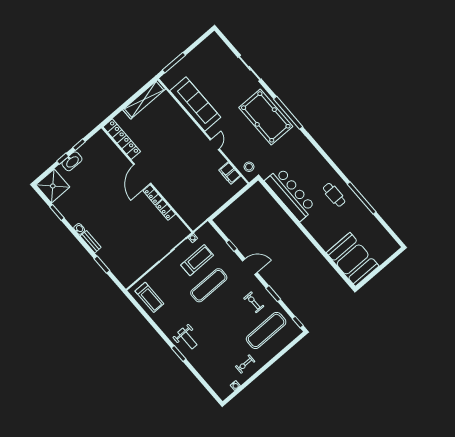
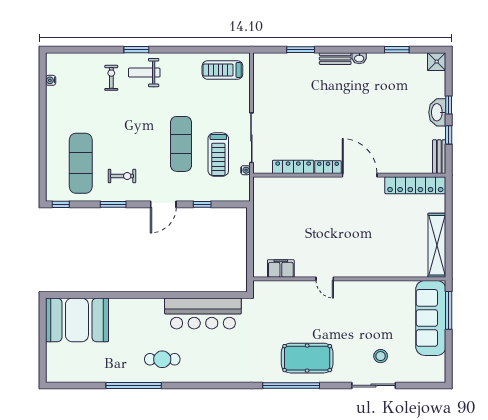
sofa: (195, 104) -> (431, 318), moved, turned 90
pool table: (266, 117) -> (307, 358), width x0.73, depth x0.76
bench: (95, 140) -> (439, 157), added
stool: (249, 167) -> (381, 356), moved
shower: (53, 186) -> (437, 62), width x0.54, depth x0.54
locker: (166, 210) -> (293, 167), width x1.53
exercise bike: (245, 364) -> (111, 78), moved

